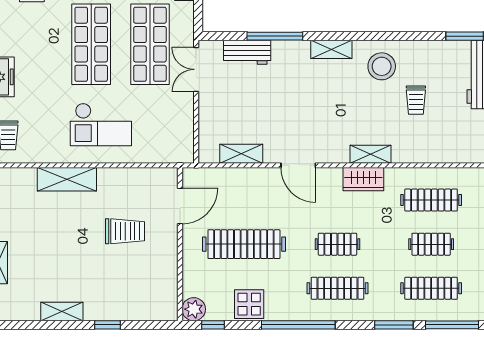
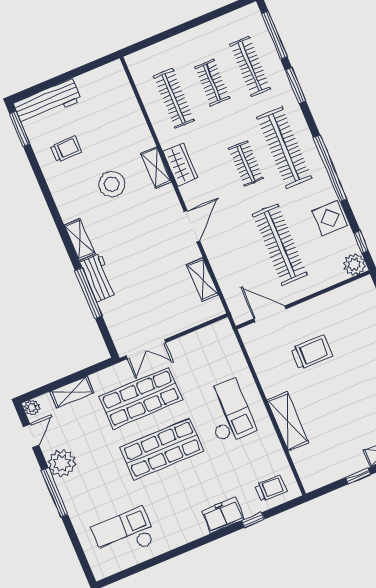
workbench: (247, 52) -> (98, 278), moved
stool: (382, 66) -> (112, 184), moved
trolley: (416, 100) -> (66, 149), moved
trolley: (125, 231) -> (312, 352), turned 90
clothes rail: (338, 288) -> (284, 148), width x1.37, depth x1.31

